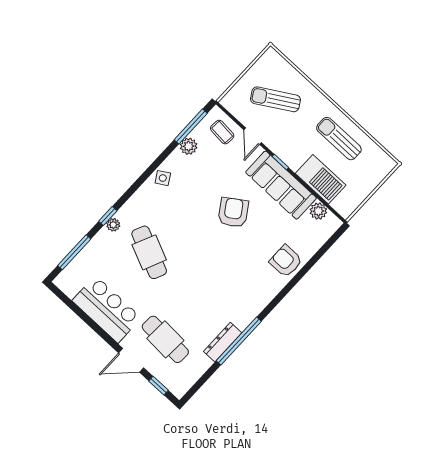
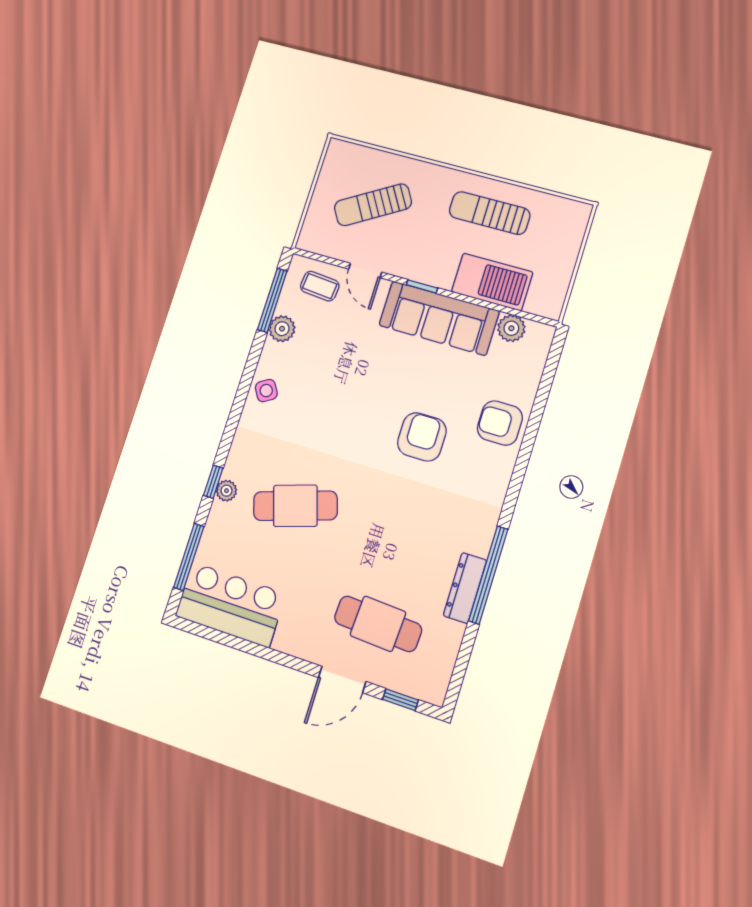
armchair: (233, 212) -> (422, 437), moved, turned 34
cafe table: (149, 252) -> (295, 506), turned -42
bar counter: (107, 309) -> (230, 605), moved

